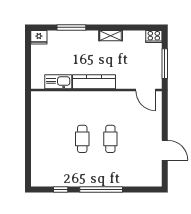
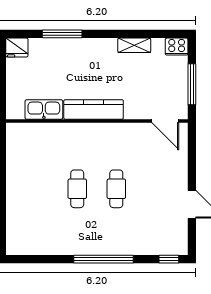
shelving: (111, 36) -> (134, 45), moved
window: (61, 189) -> (169, 259), moved

